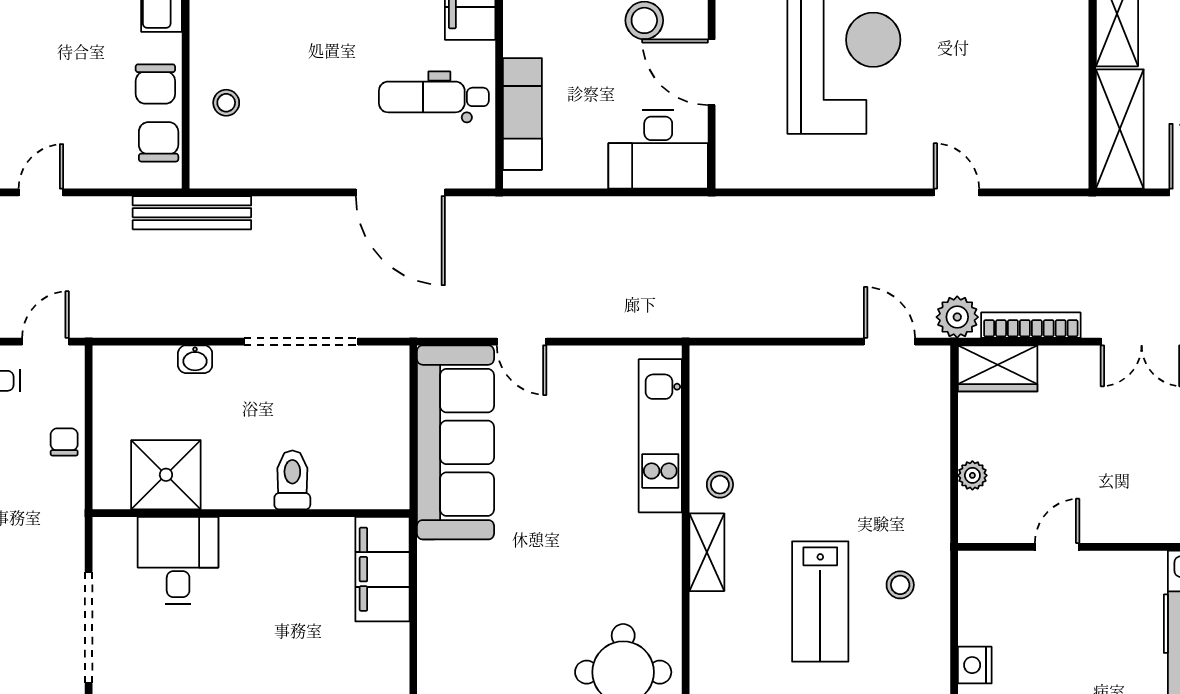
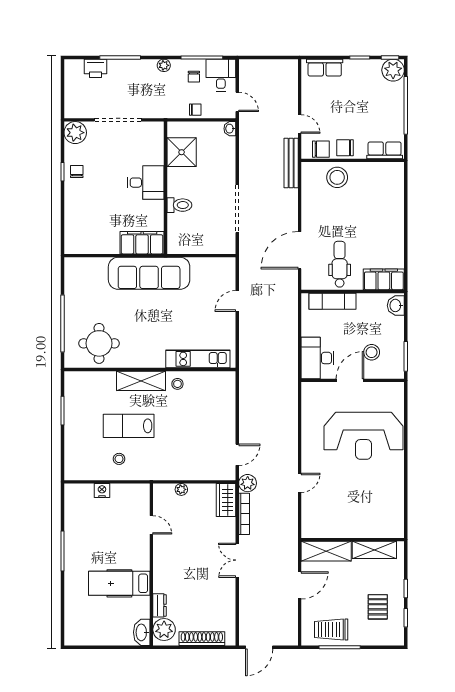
stool: (226, 103) -> (337, 177), width x1.89, depth x1.89
door: (41, 192) -> (300, 124), moved
washbasin: (195, 359) -> (230, 129), moved
sofa: (455, 442) -> (149, 273), moved
shelving: (707, 552) -> (141, 381), width x1.50, depth x1.33
desk: (178, 561) -> (146, 183), moved
stool: (900, 585) -> (119, 459), moved

